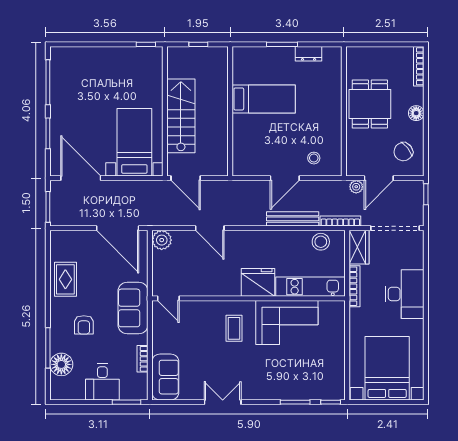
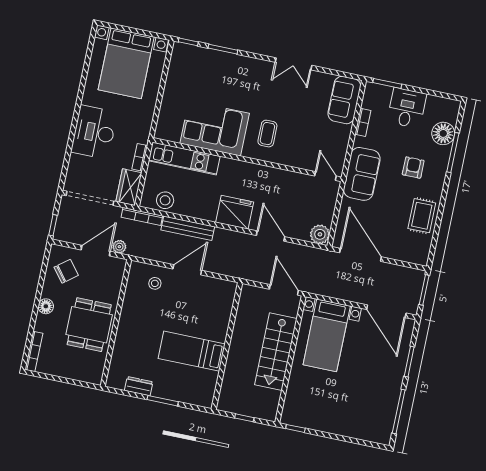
fridge: (258, 282) -> (235, 212), moved, turned 180
bookcase: (355, 286) -> (140, 157), width x0.64

